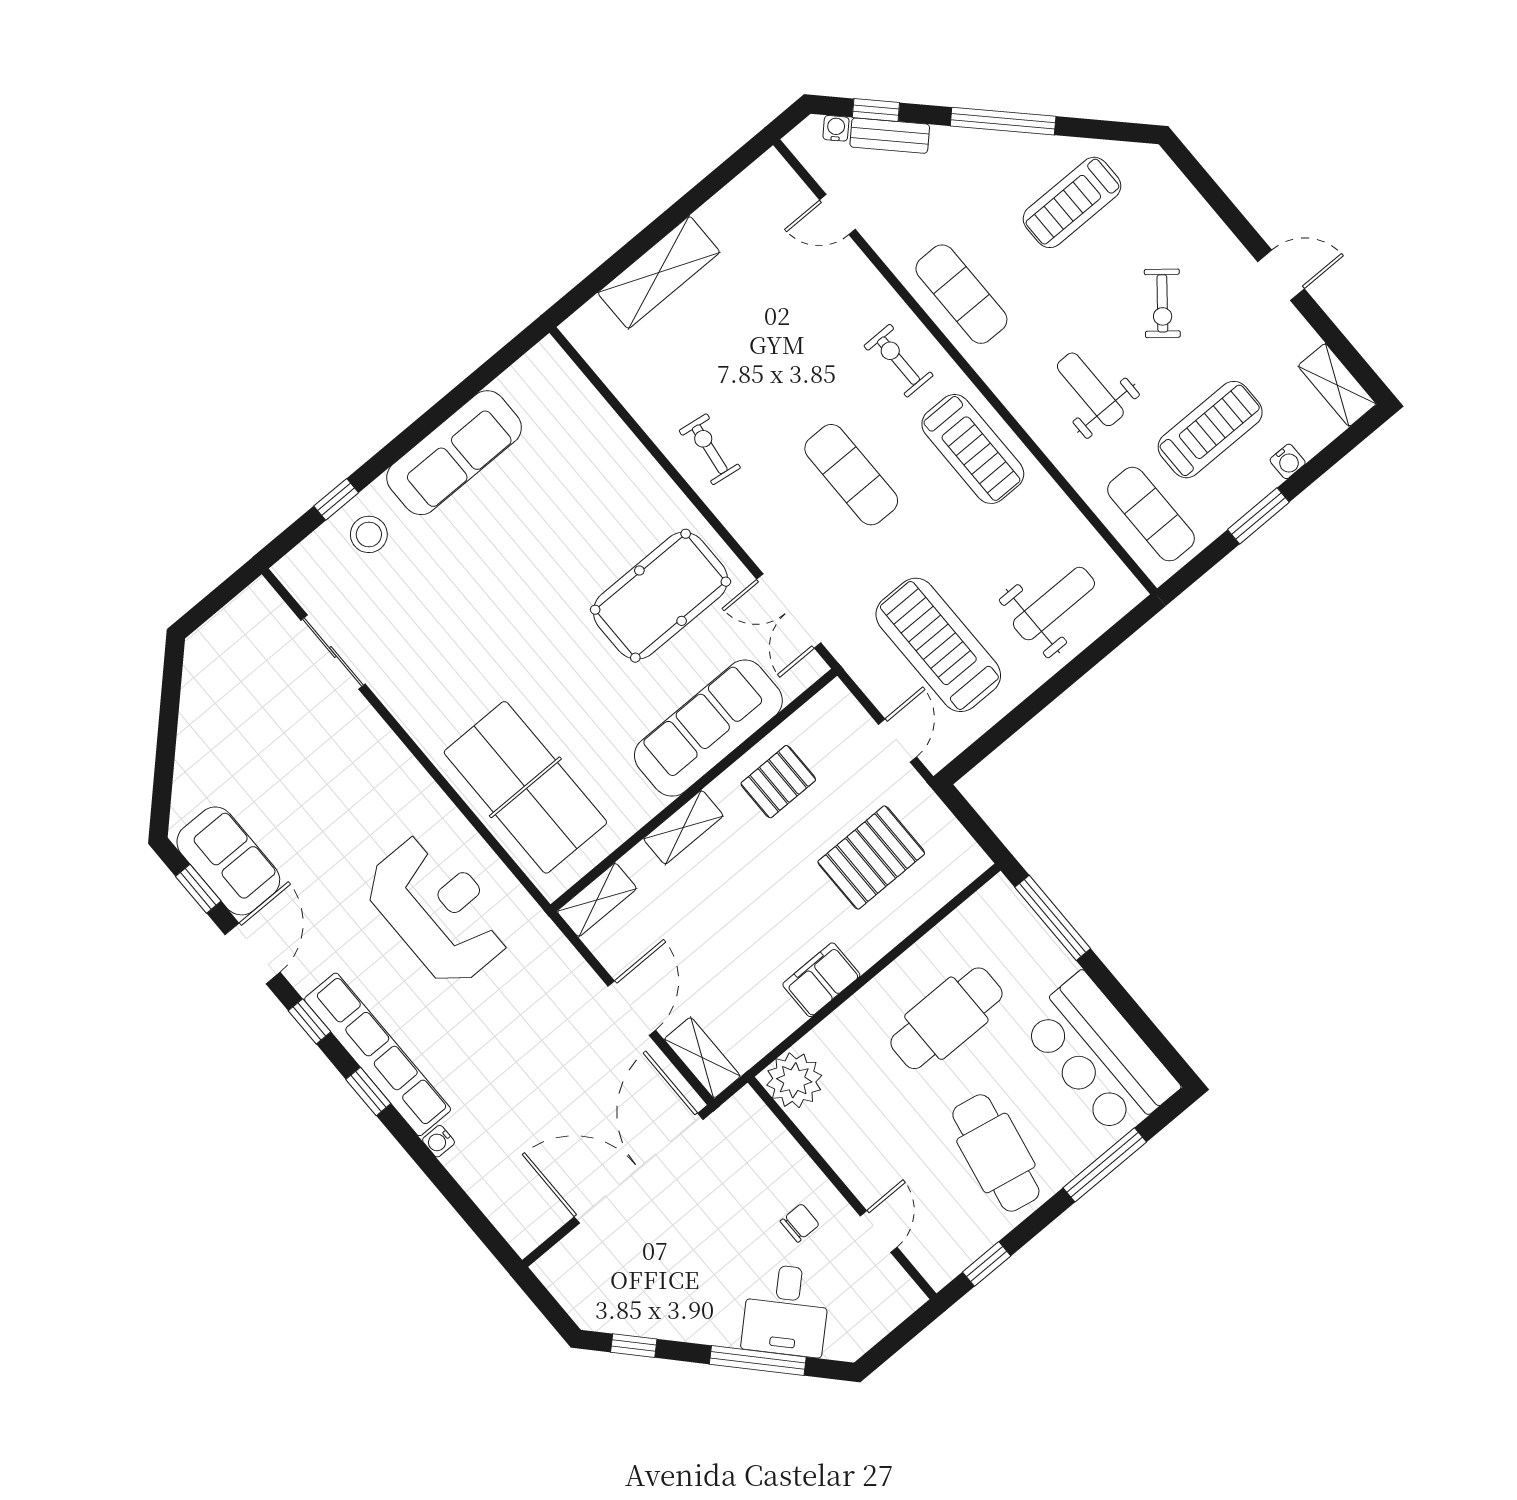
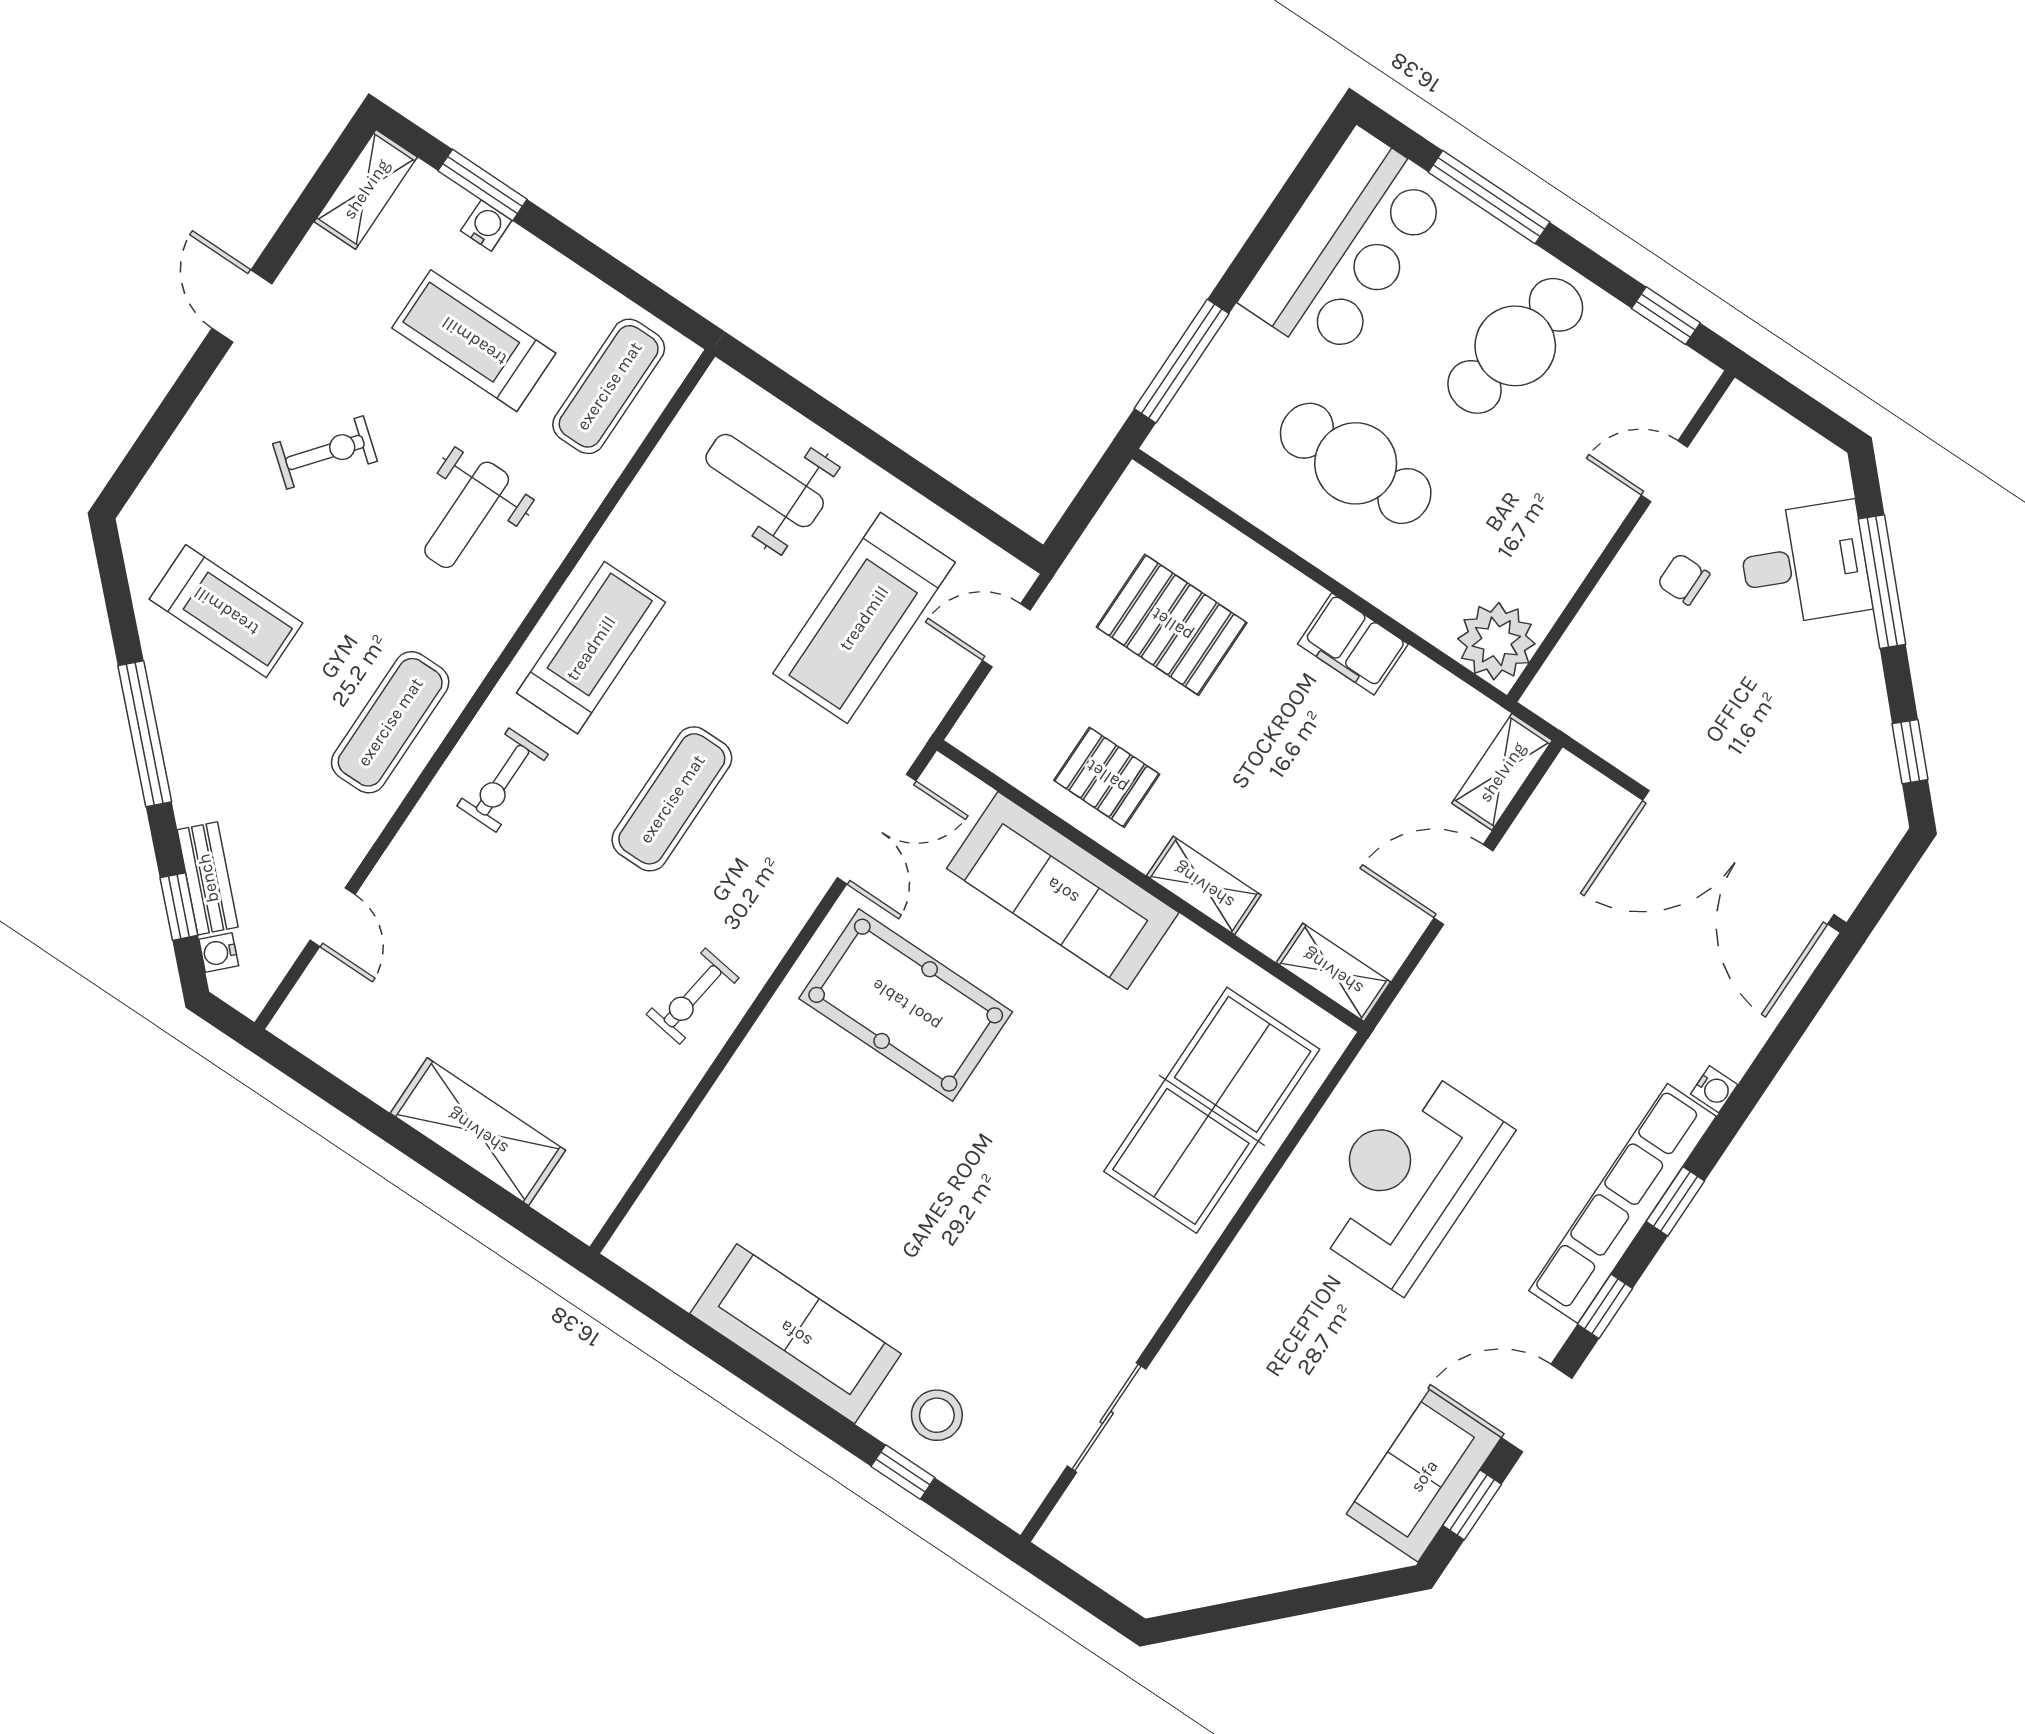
window: (1258, 516) -> (483, 185), moved
double door: (639, 1168) -> (1738, 857), moved

